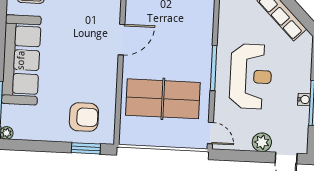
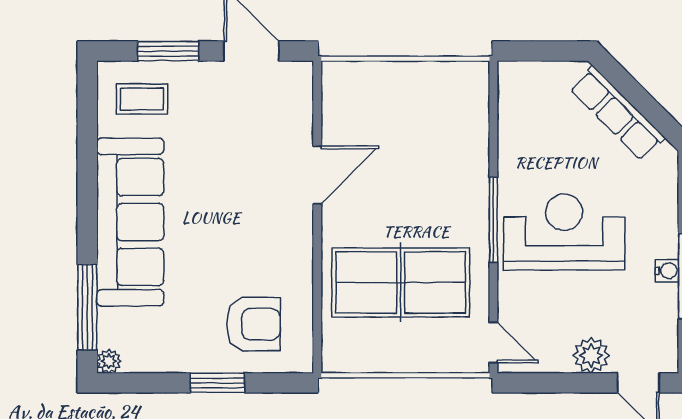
reception desk: (251, 76) -> (564, 232), turned -90
window: (86, 148) -> (217, 383), moved

